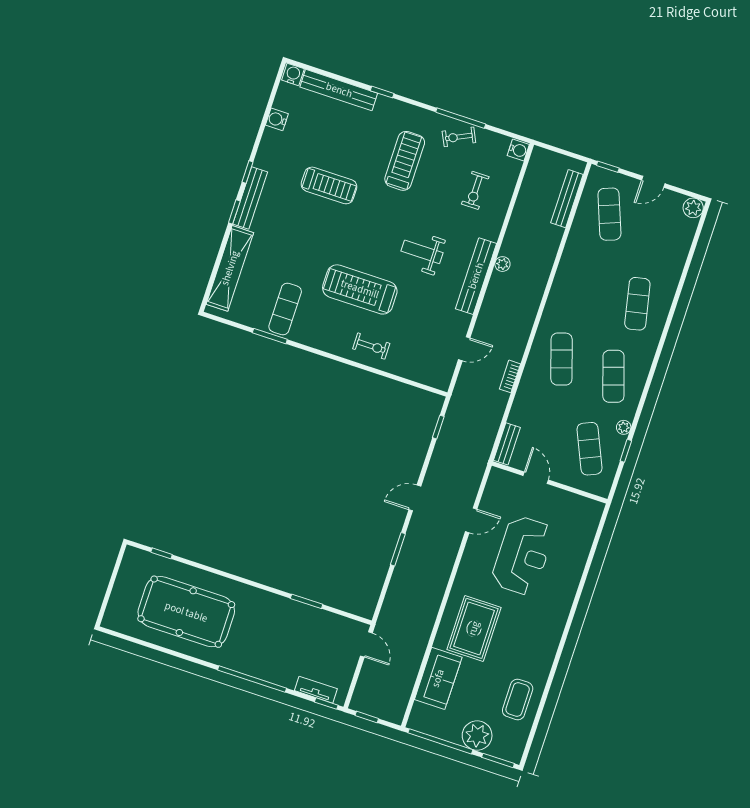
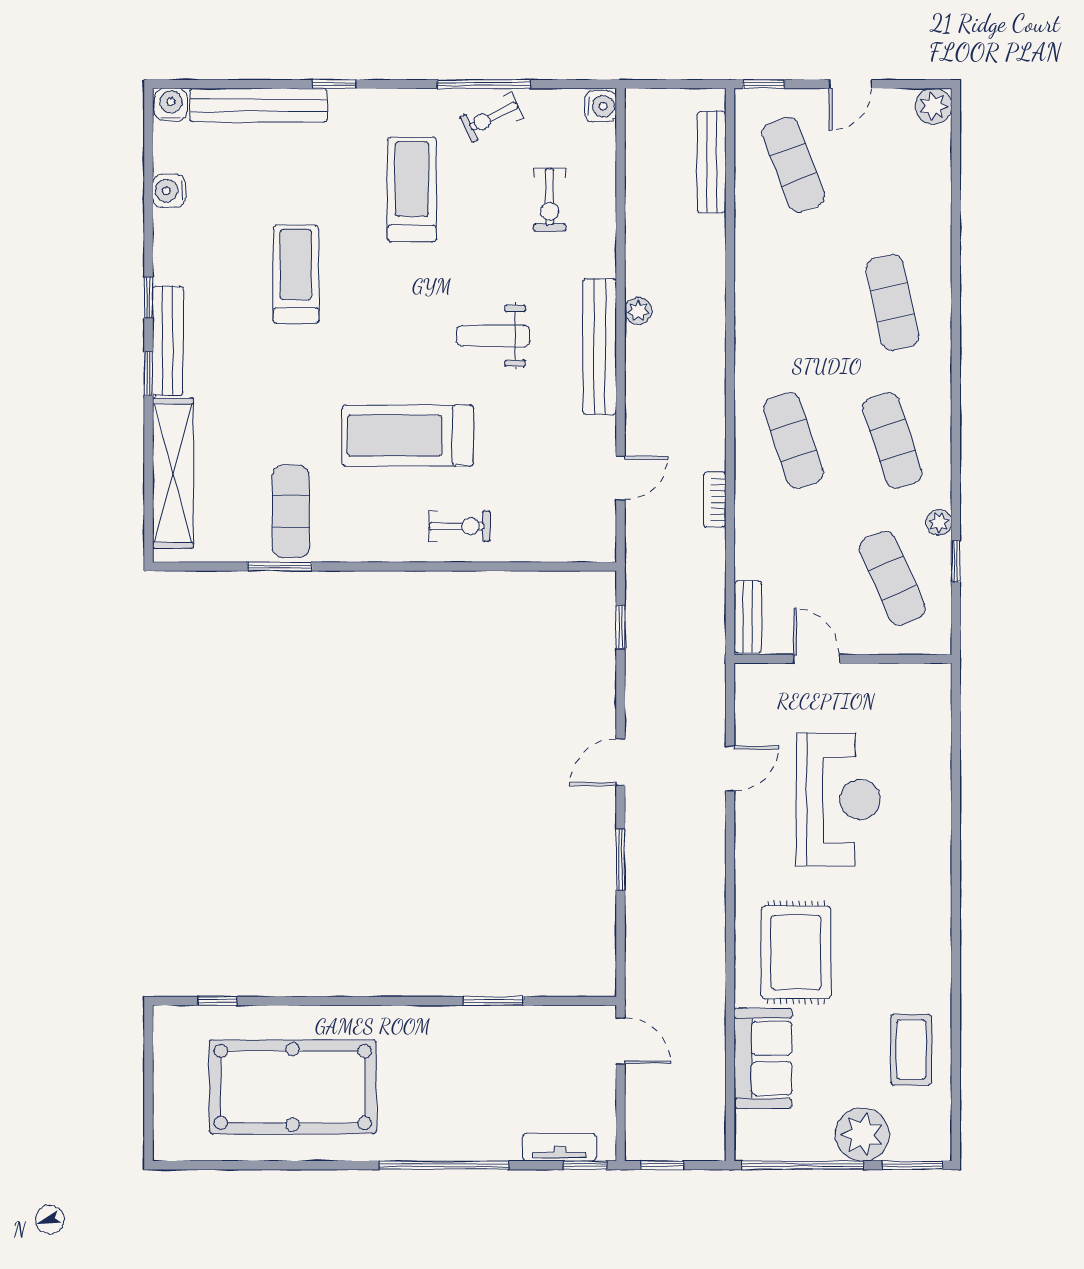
treadmill: (329, 185) -> (296, 274), turned -90

